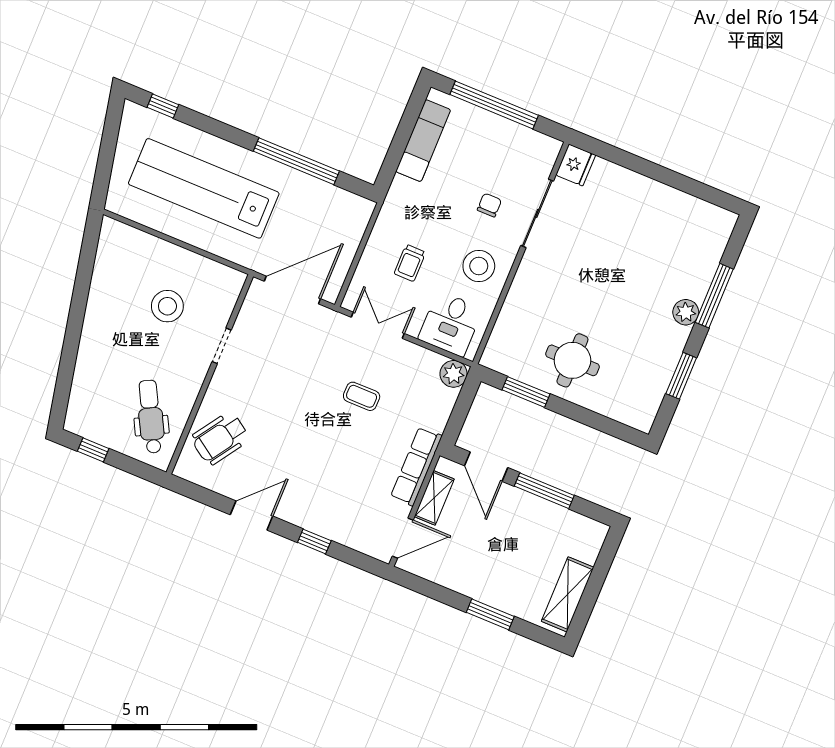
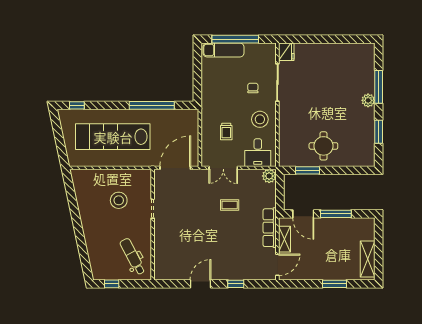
exam couch: (423, 141) -> (224, 50), moved, turned 90
double door: (378, 325) -> (223, 168), swing flipped
wheelchair: (220, 438) -> (170, 253), removed

